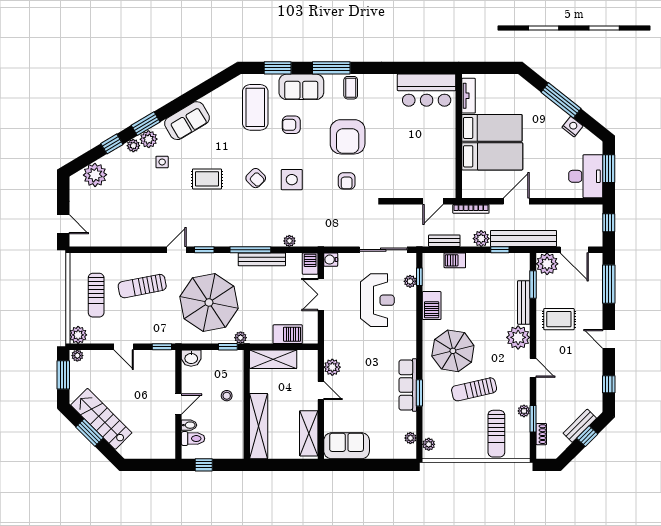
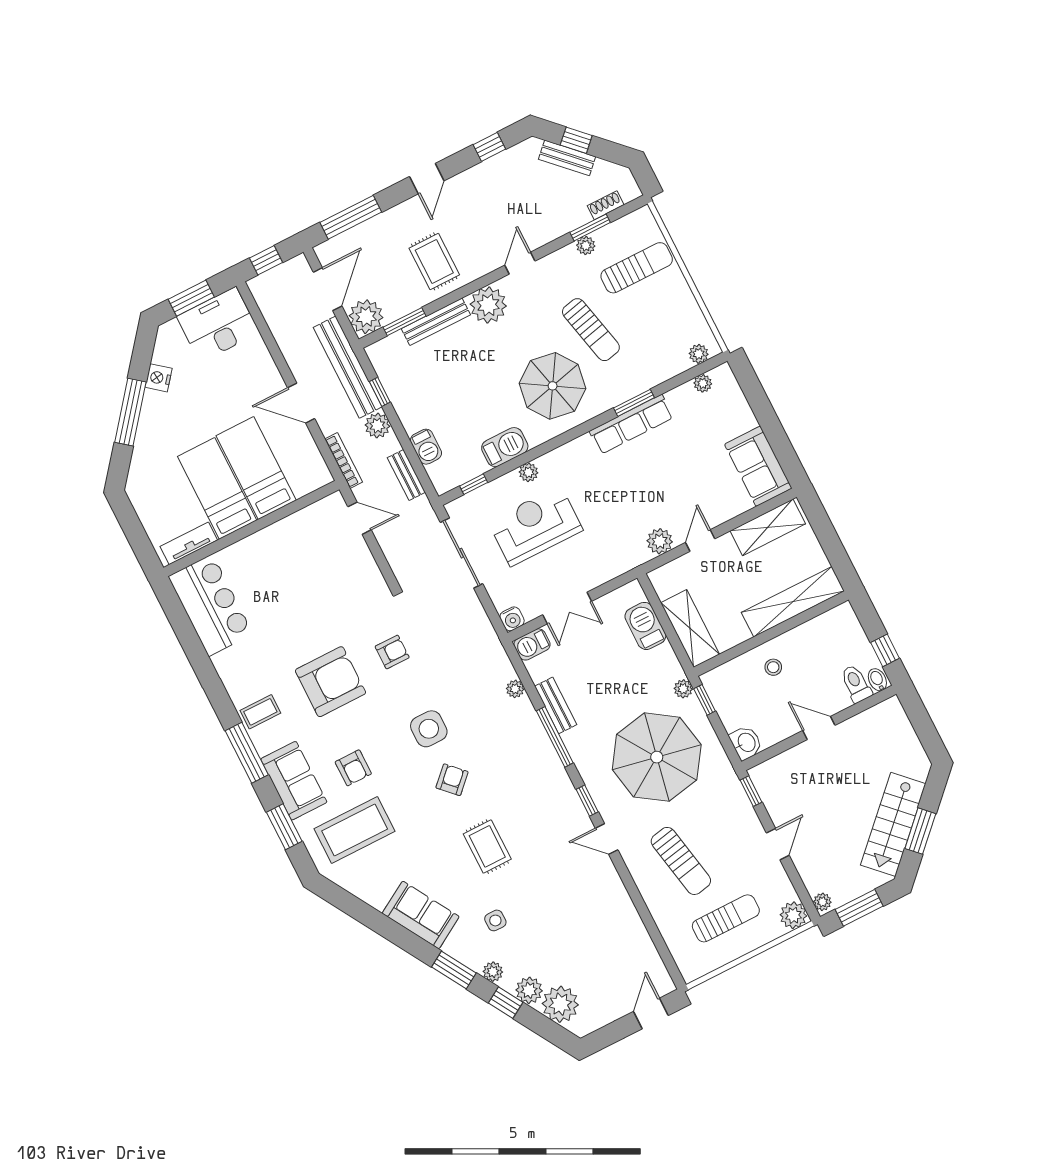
plant: (149, 139) -> (529, 990), moved
bench: (262, 259) -> (556, 705), width x0.73
plant: (410, 281) -> (528, 472), moved
bidet: (189, 425) -> (877, 680), moved

